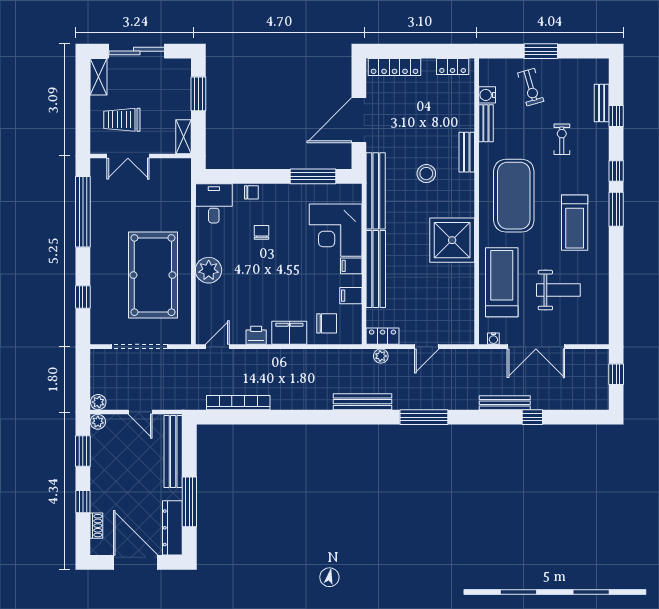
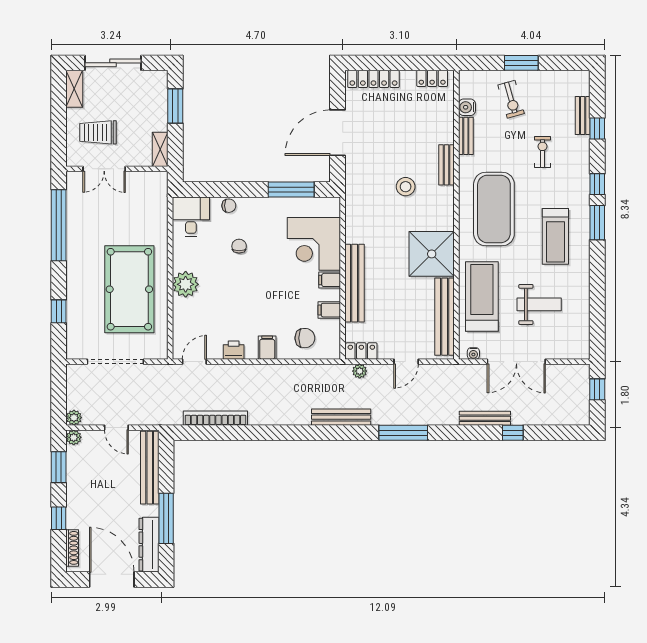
bench: (376, 191) -> (445, 317), moved
filing cabinet: (289, 333) -> (267, 348), width x0.50
shoe rack: (96, 526) -> (72, 548), width x1.43

